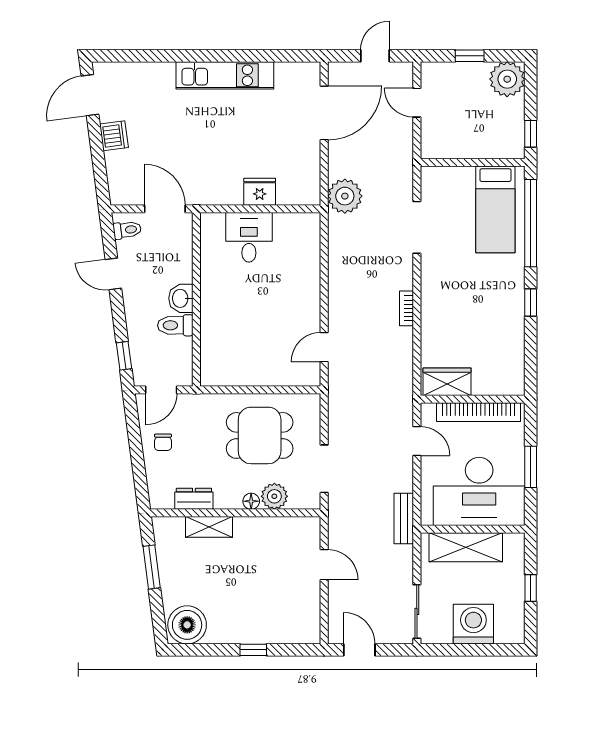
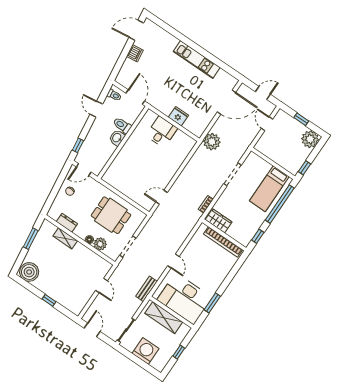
toilet: (175, 325) -> (122, 125), moved
wardrobe: (447, 382) -> (219, 221), moved
wall: (473, 399) -> (224, 235), moved
bookcase: (478, 412) -> (223, 242), moved

